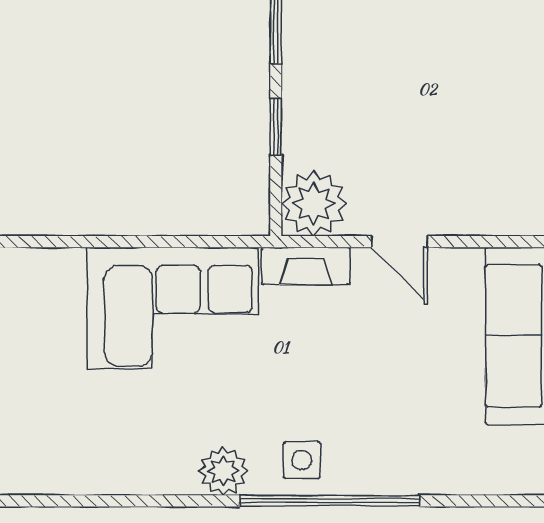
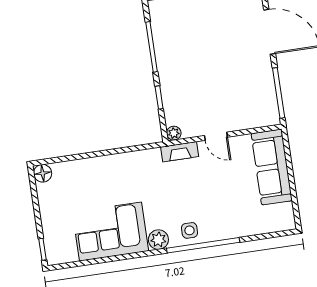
plant: (314, 204) -> (174, 133), width x0.53, depth x0.53
corner sofa: (173, 308) -> (110, 232), moved, turned 180

